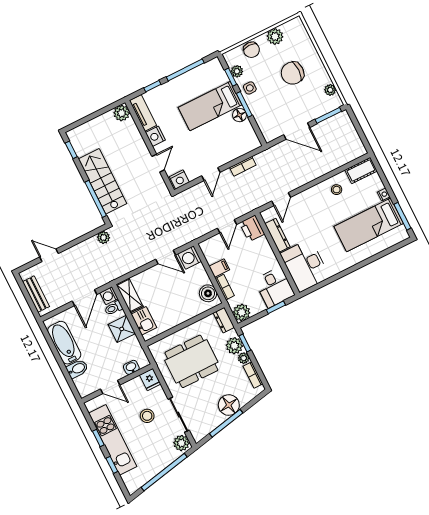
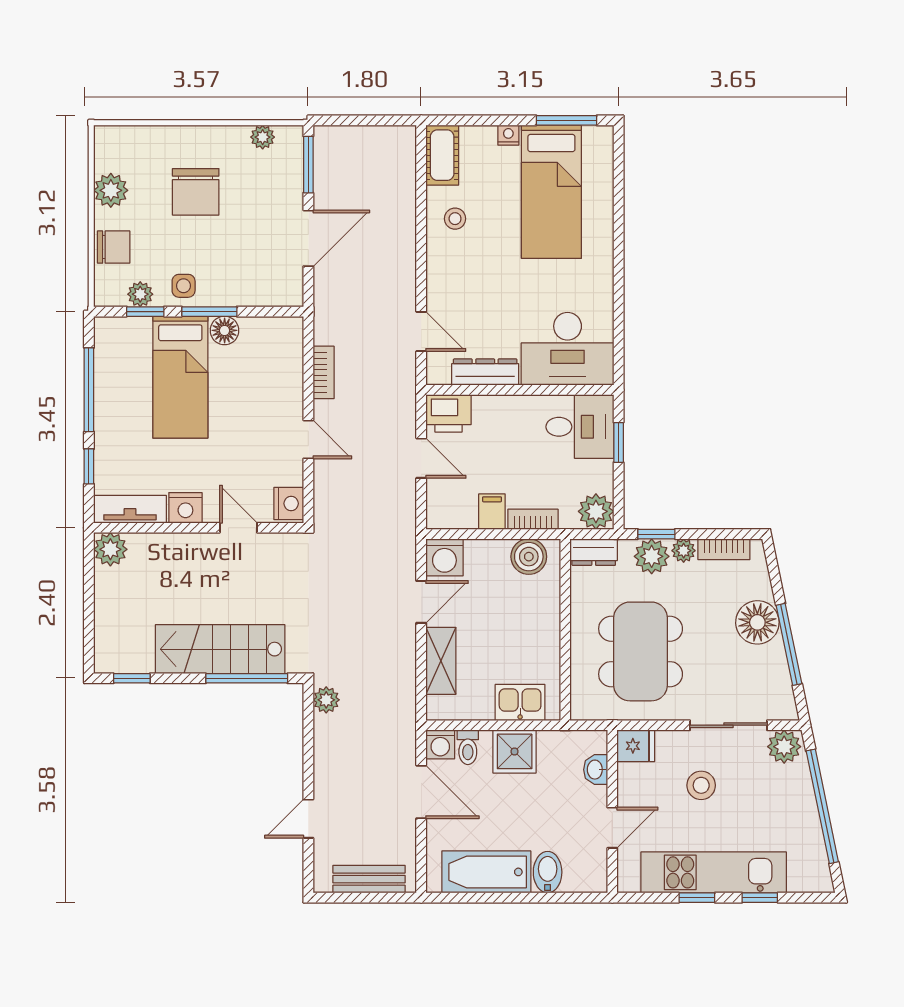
shelving: (130, 295) -> (441, 661), moved, turned 90

